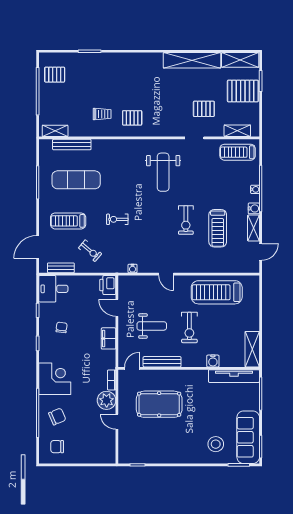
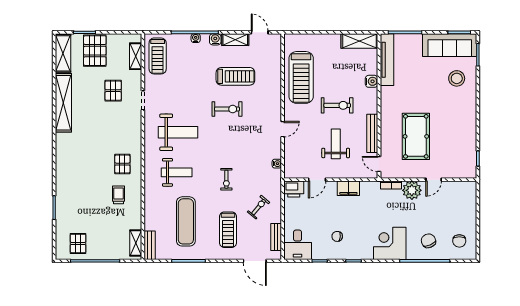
bench: (72, 145) -> (150, 245), moved, width x0.73
weight bench: (124, 171) -> (177, 172), added

